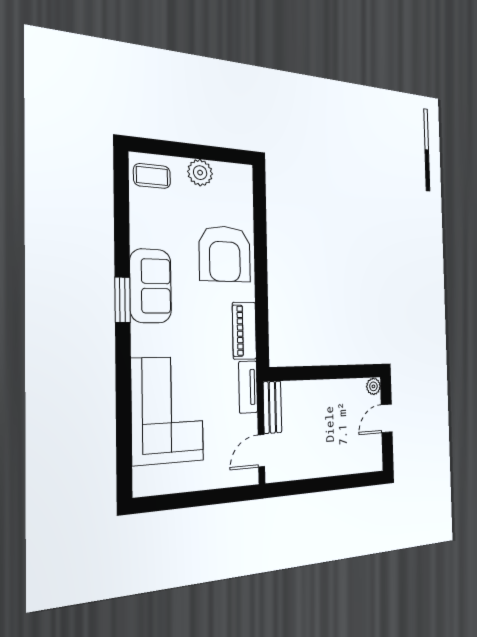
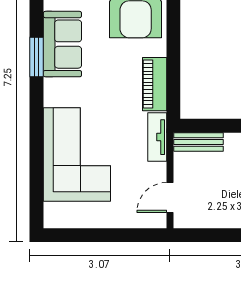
bench: (272, 407) -> (199, 142), moved, turned 90

